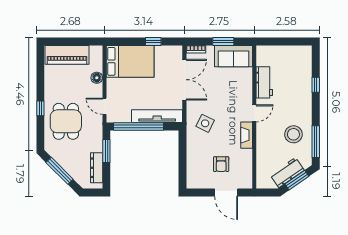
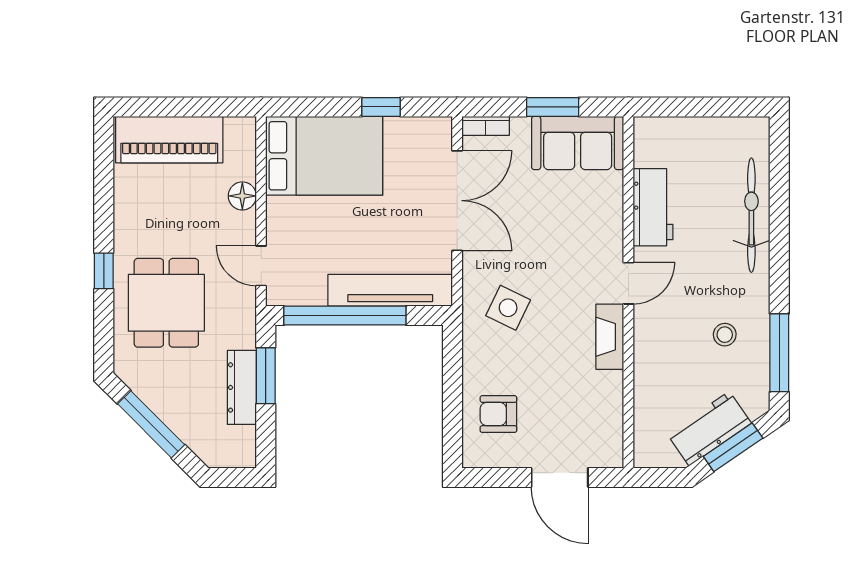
window: (316, 85) -> (779, 213), removed
bicycle: (304, 86) -> (751, 215), added
stool: (293, 134) -> (725, 335), width x0.53, depth x0.53
armchair: (221, 164) -> (498, 414), moved, turned 90
dresser: (97, 168) -> (242, 387), moved

